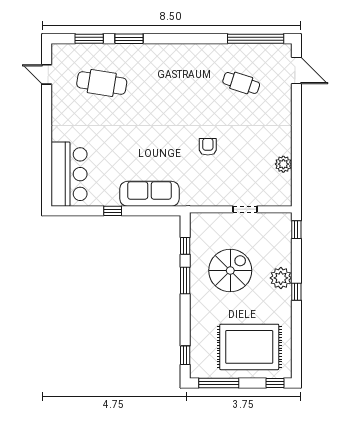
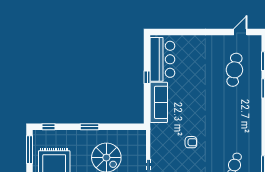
bar counter: (69, 174) -> (162, 59), moved, turned -90
window: (185, 246) -> (123, 127), removed
window: (185, 281) -> (89, 127), moved

